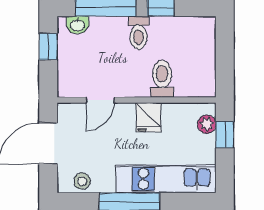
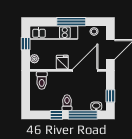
toilet: (162, 79) -> (42, 80), moved
door: (100, 100) -> (85, 70), width x1.88
window: (225, 135) -> (26, 44), moved

